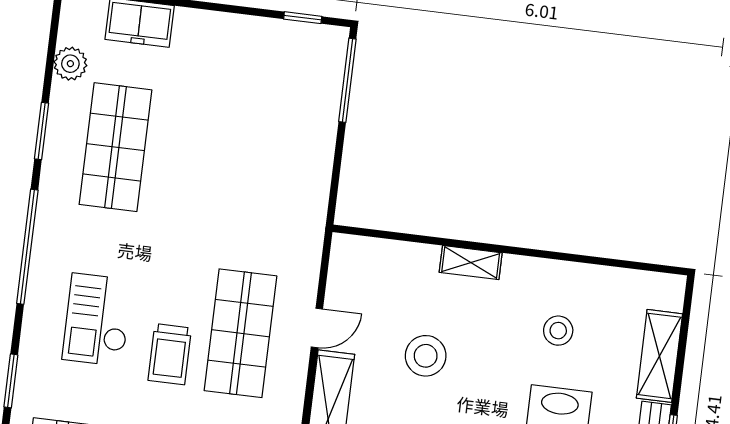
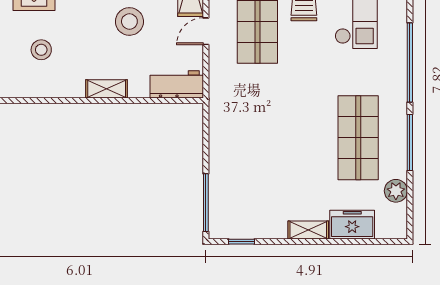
shelving: (204, 23) -> (308, 230), added
window: (42, 131) -> (410, 143), width x1.44
workbench: (368, 257) -> (177, 84), added

